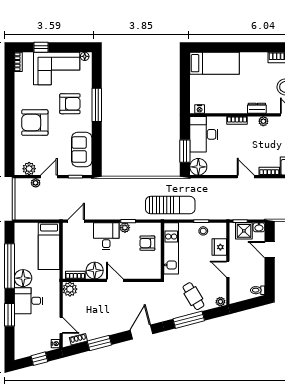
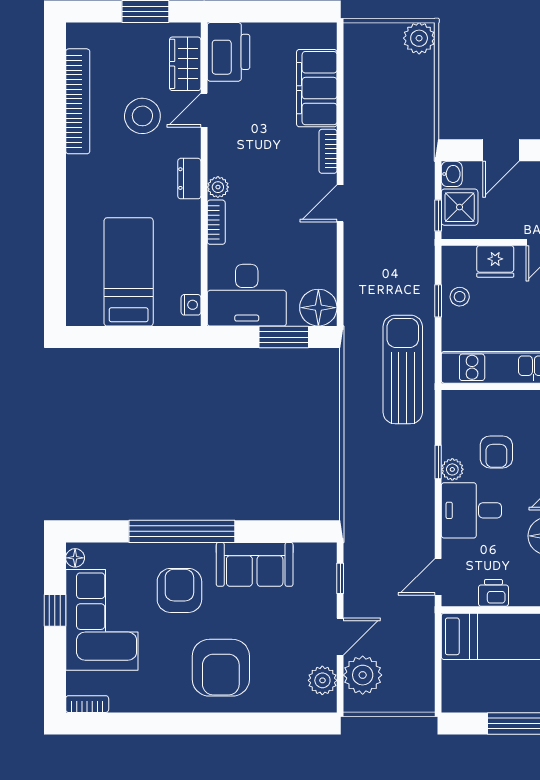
window: (41, 47) -> (55, 610), moved
bed: (214, 63) -> (129, 272), moved
window: (97, 105) -> (182, 531), width x1.46
plant: (263, 121) -> (218, 187), moved
sofa: (82, 150) -> (255, 564), moved
door: (49, 177) -> (340, 637), swing flipped
plant: (36, 183) -> (363, 675), width x1.88, depth x1.88
door: (76, 221) -> (438, 577), hinge flipped
armchair: (147, 243) -> (496, 452), moved
printer: (69, 246) -> (493, 593), added

